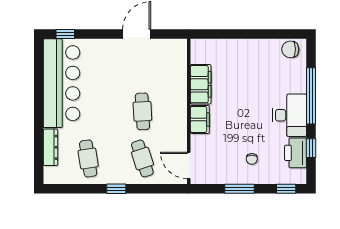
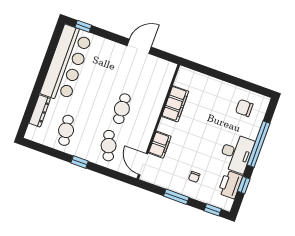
chair: (290, 49) -> (244, 108), moved
filing cabinet: (200, 119) -> (160, 145), moved

